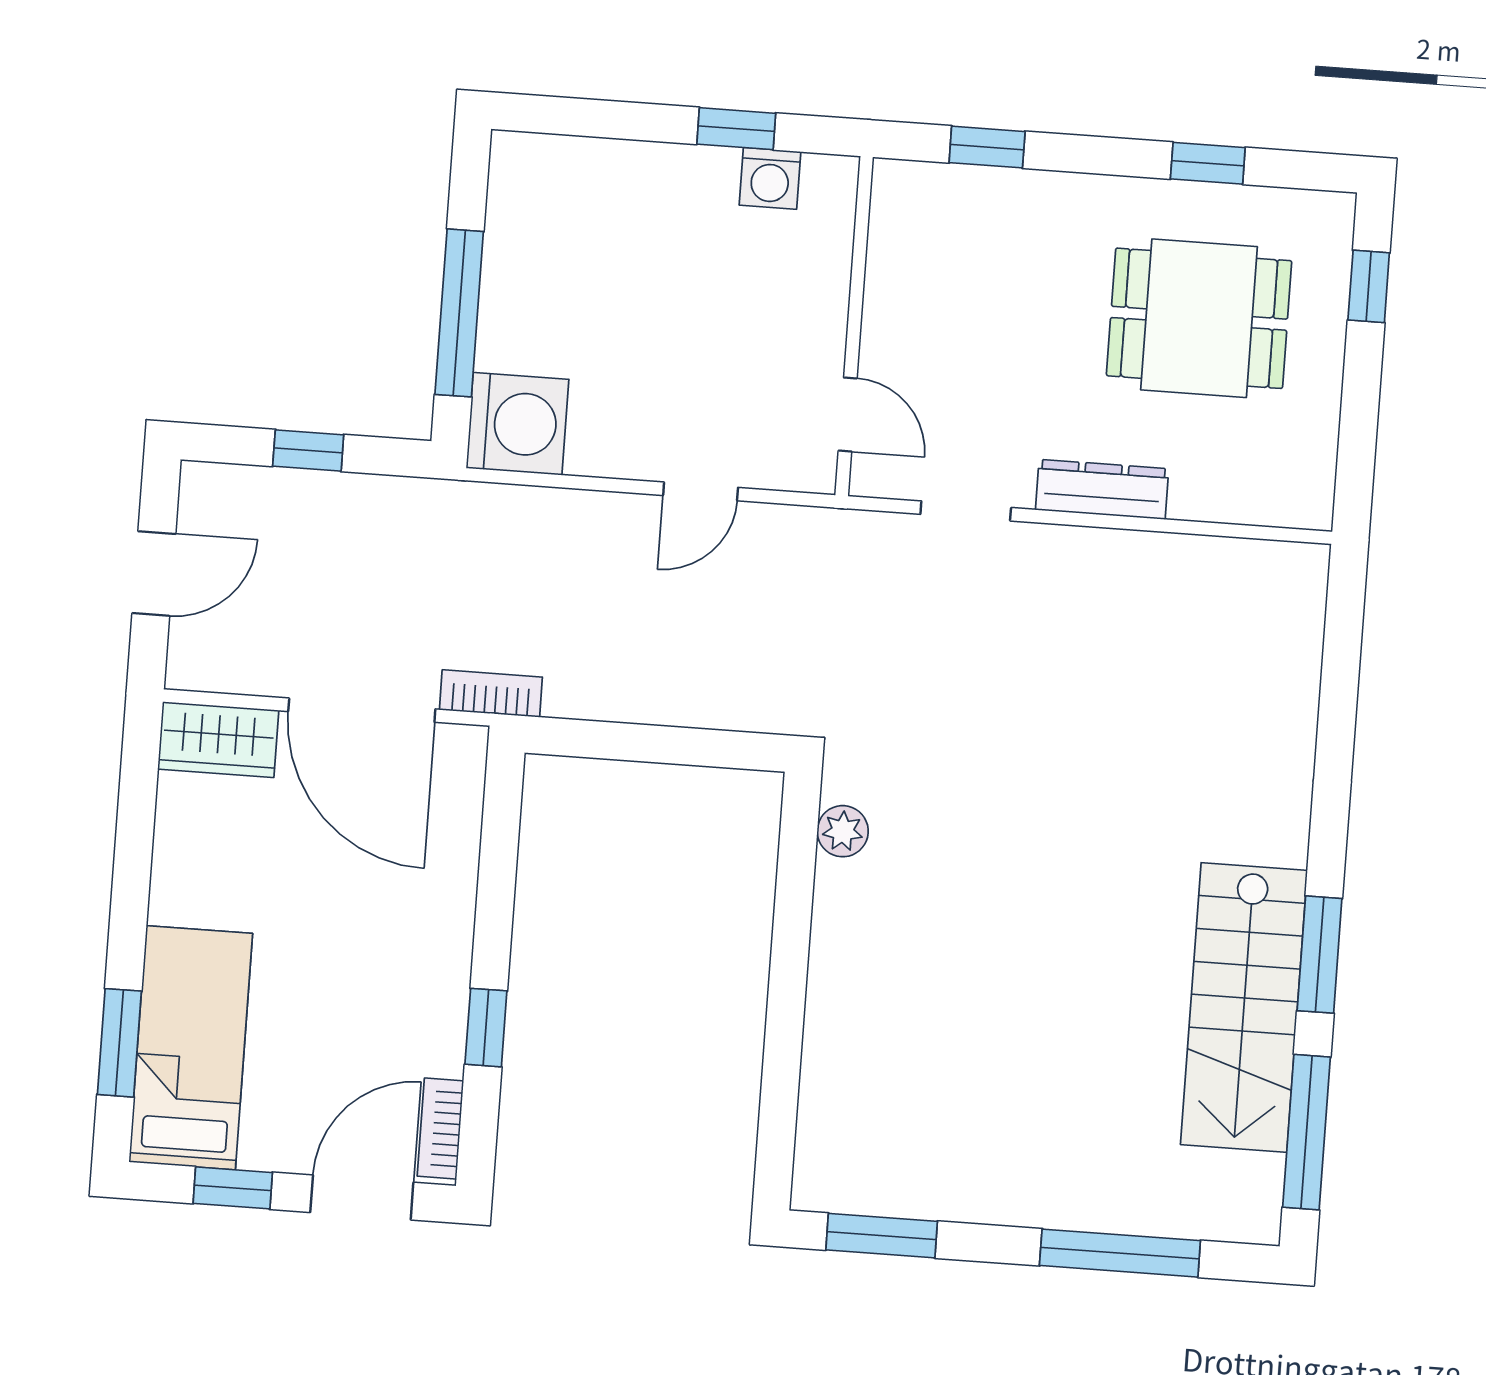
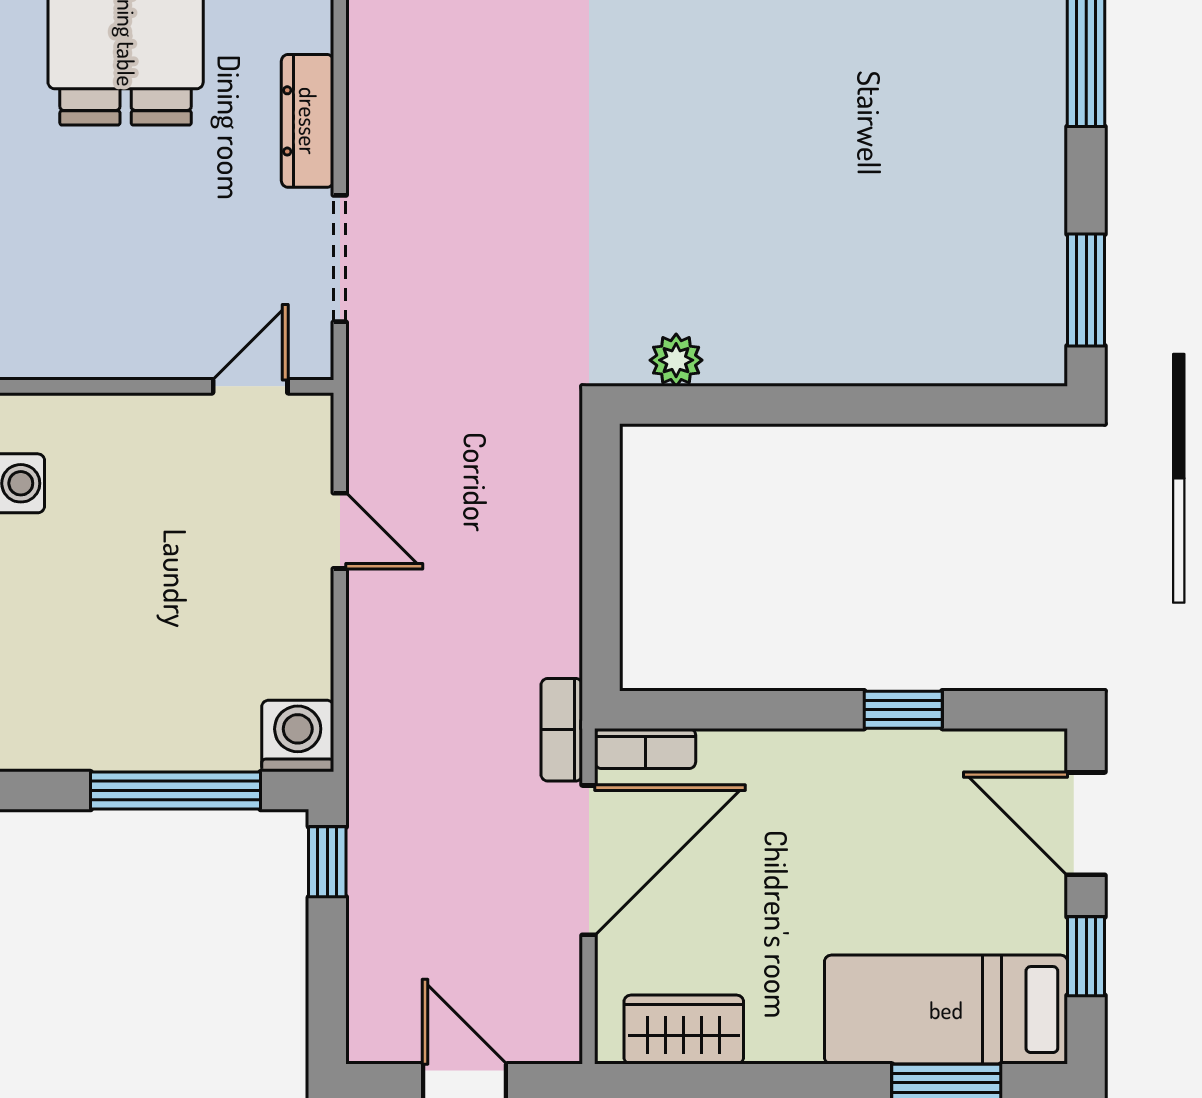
washing machine: (518, 424) -> (298, 736), width x0.73, depth x0.73
window: (308, 450) -> (327, 862), moved
doorway: (966, 511) -> (340, 259), width x1.38
wardrobe: (218, 740) -> (684, 1030), moved, turned -90
bookcase: (440, 1128) -> (645, 749), moved

